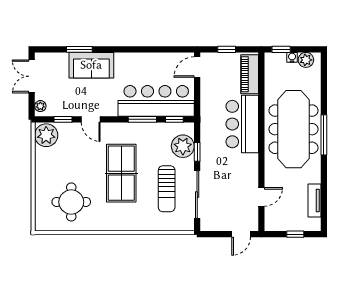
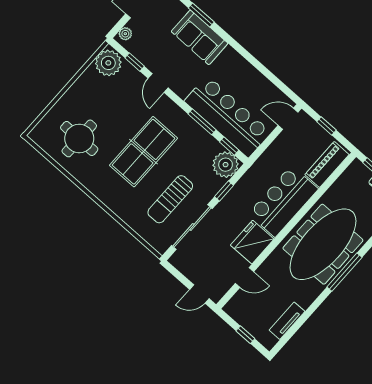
plant: (183, 146) -> (226, 165), moved
fridge: (246, 169) -> (252, 242), added

